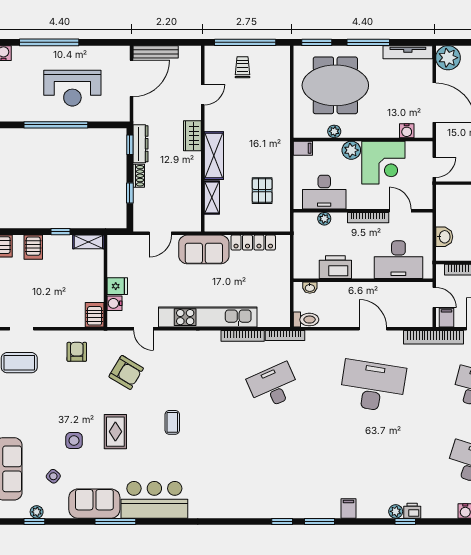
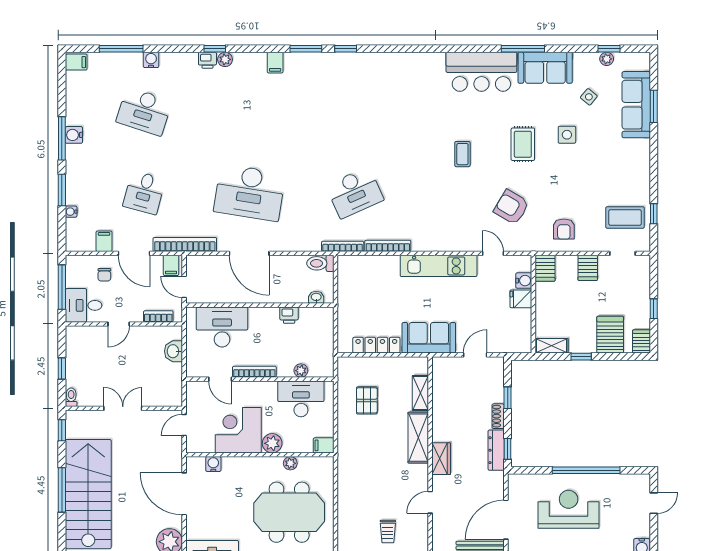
server rack: (33, 247) -> (610, 335), width x1.36, depth x1.44
printer: (335, 267) -> (289, 315), width x0.53, depth x0.68
server rack: (54, 315) -> (588, 268), added
kitchen unit: (208, 317) -> (439, 266), width x0.73
door: (373, 329) -> (249, 253), width x1.36

